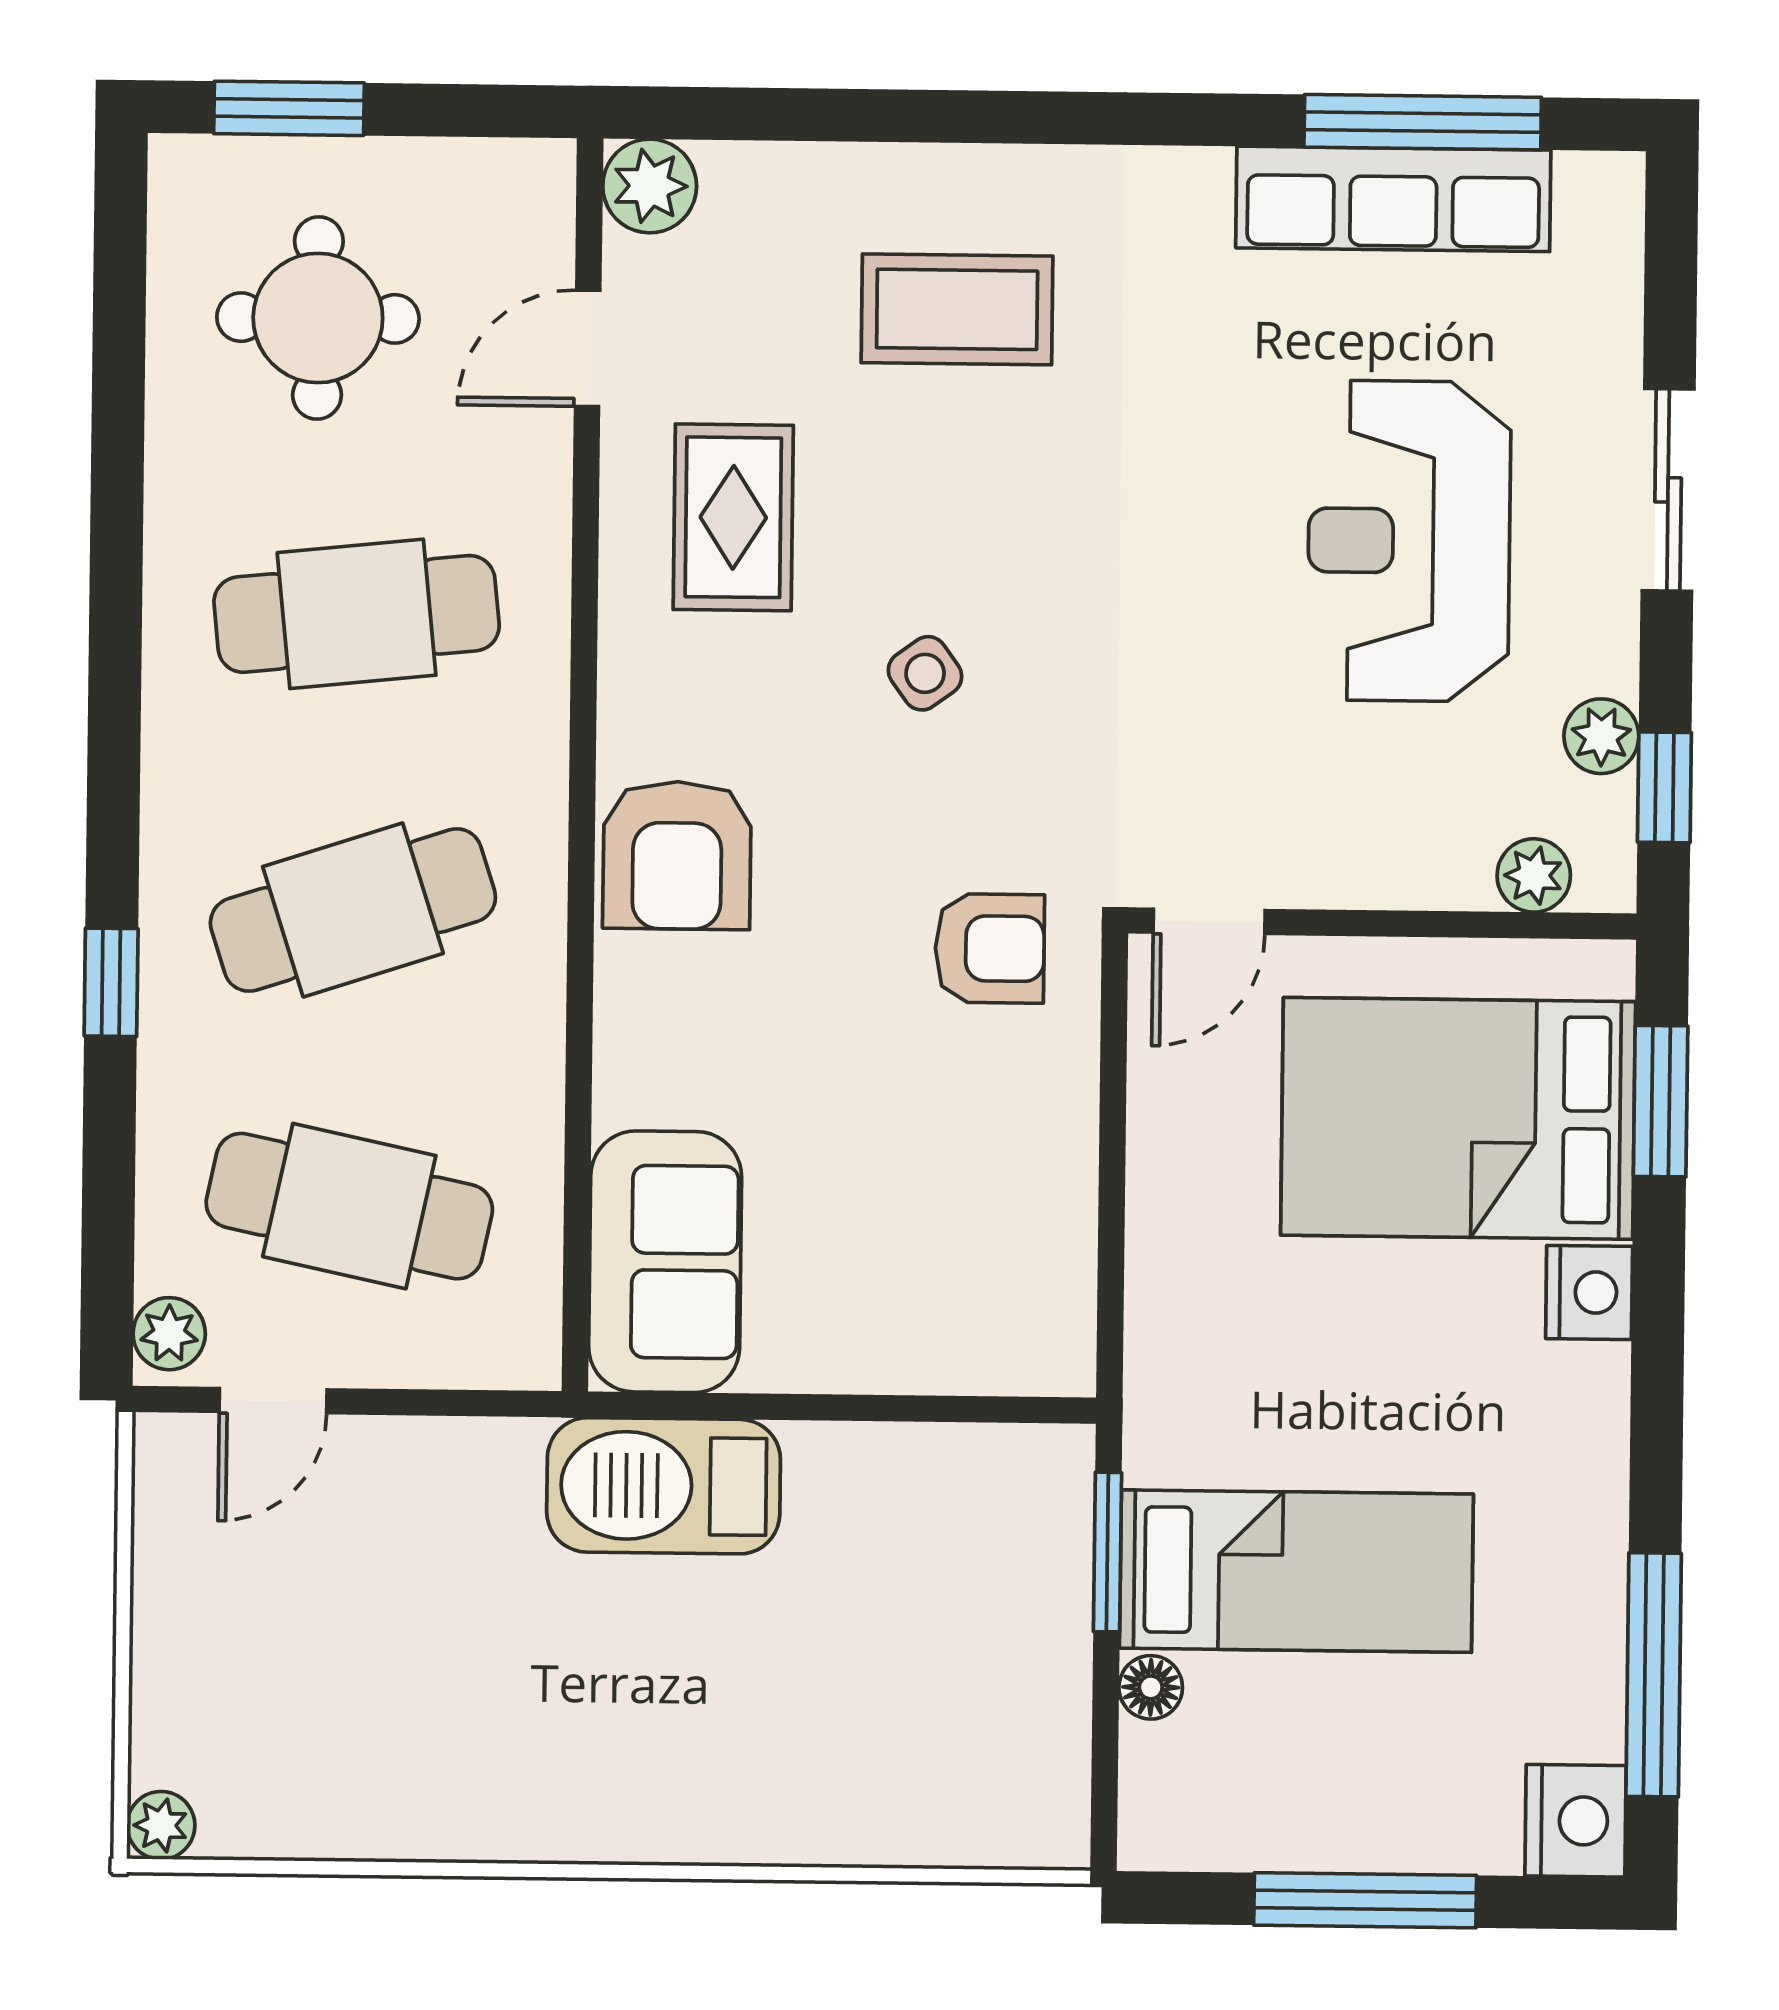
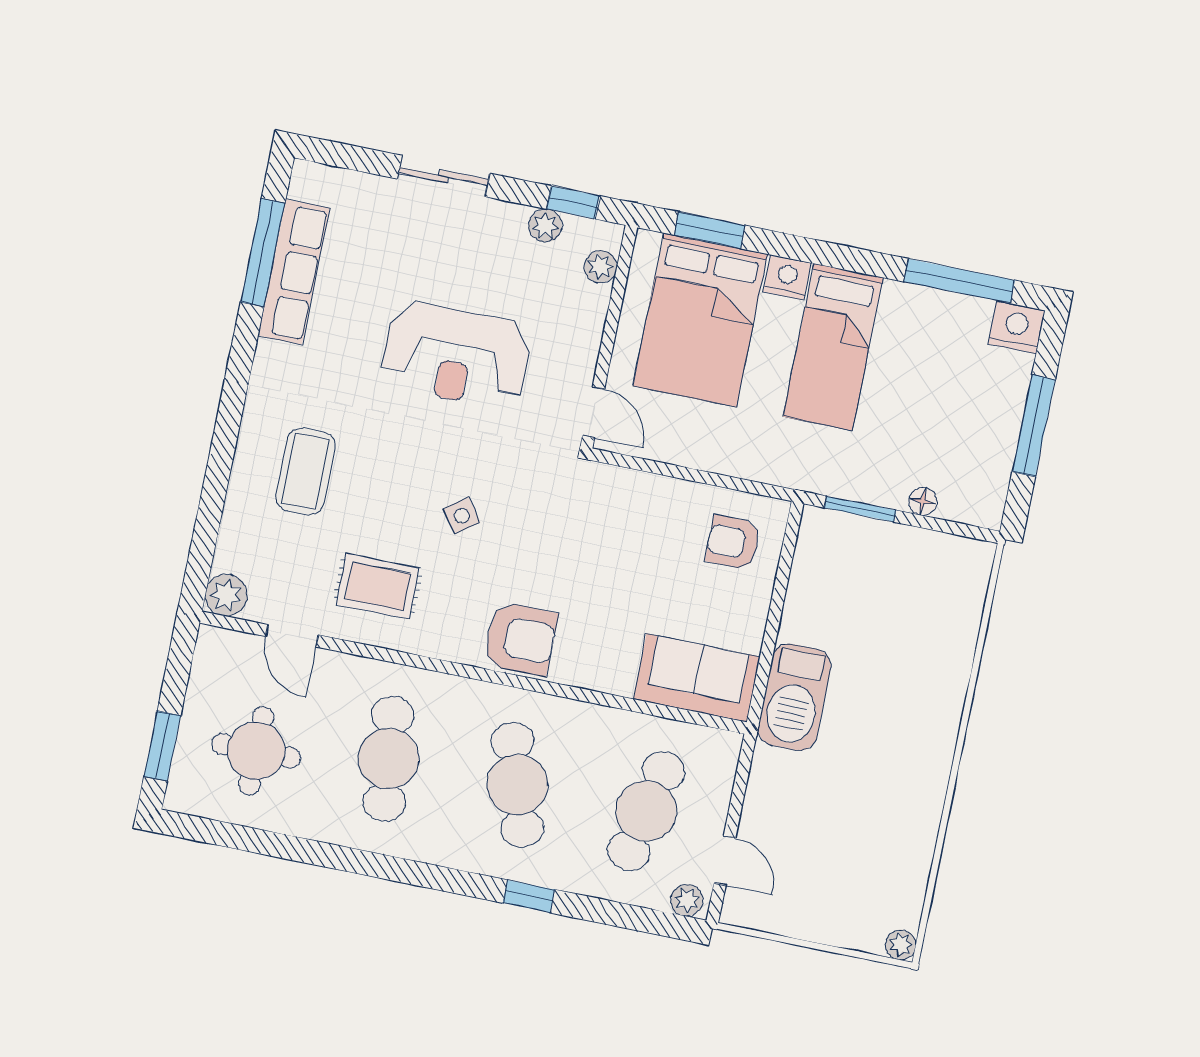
reception desk: (1409, 541) -> (456, 355), moved
armchair: (990, 948) -> (733, 542), moved, turned -90
bed: (1296, 1571) -> (833, 347), moved, turned 180

